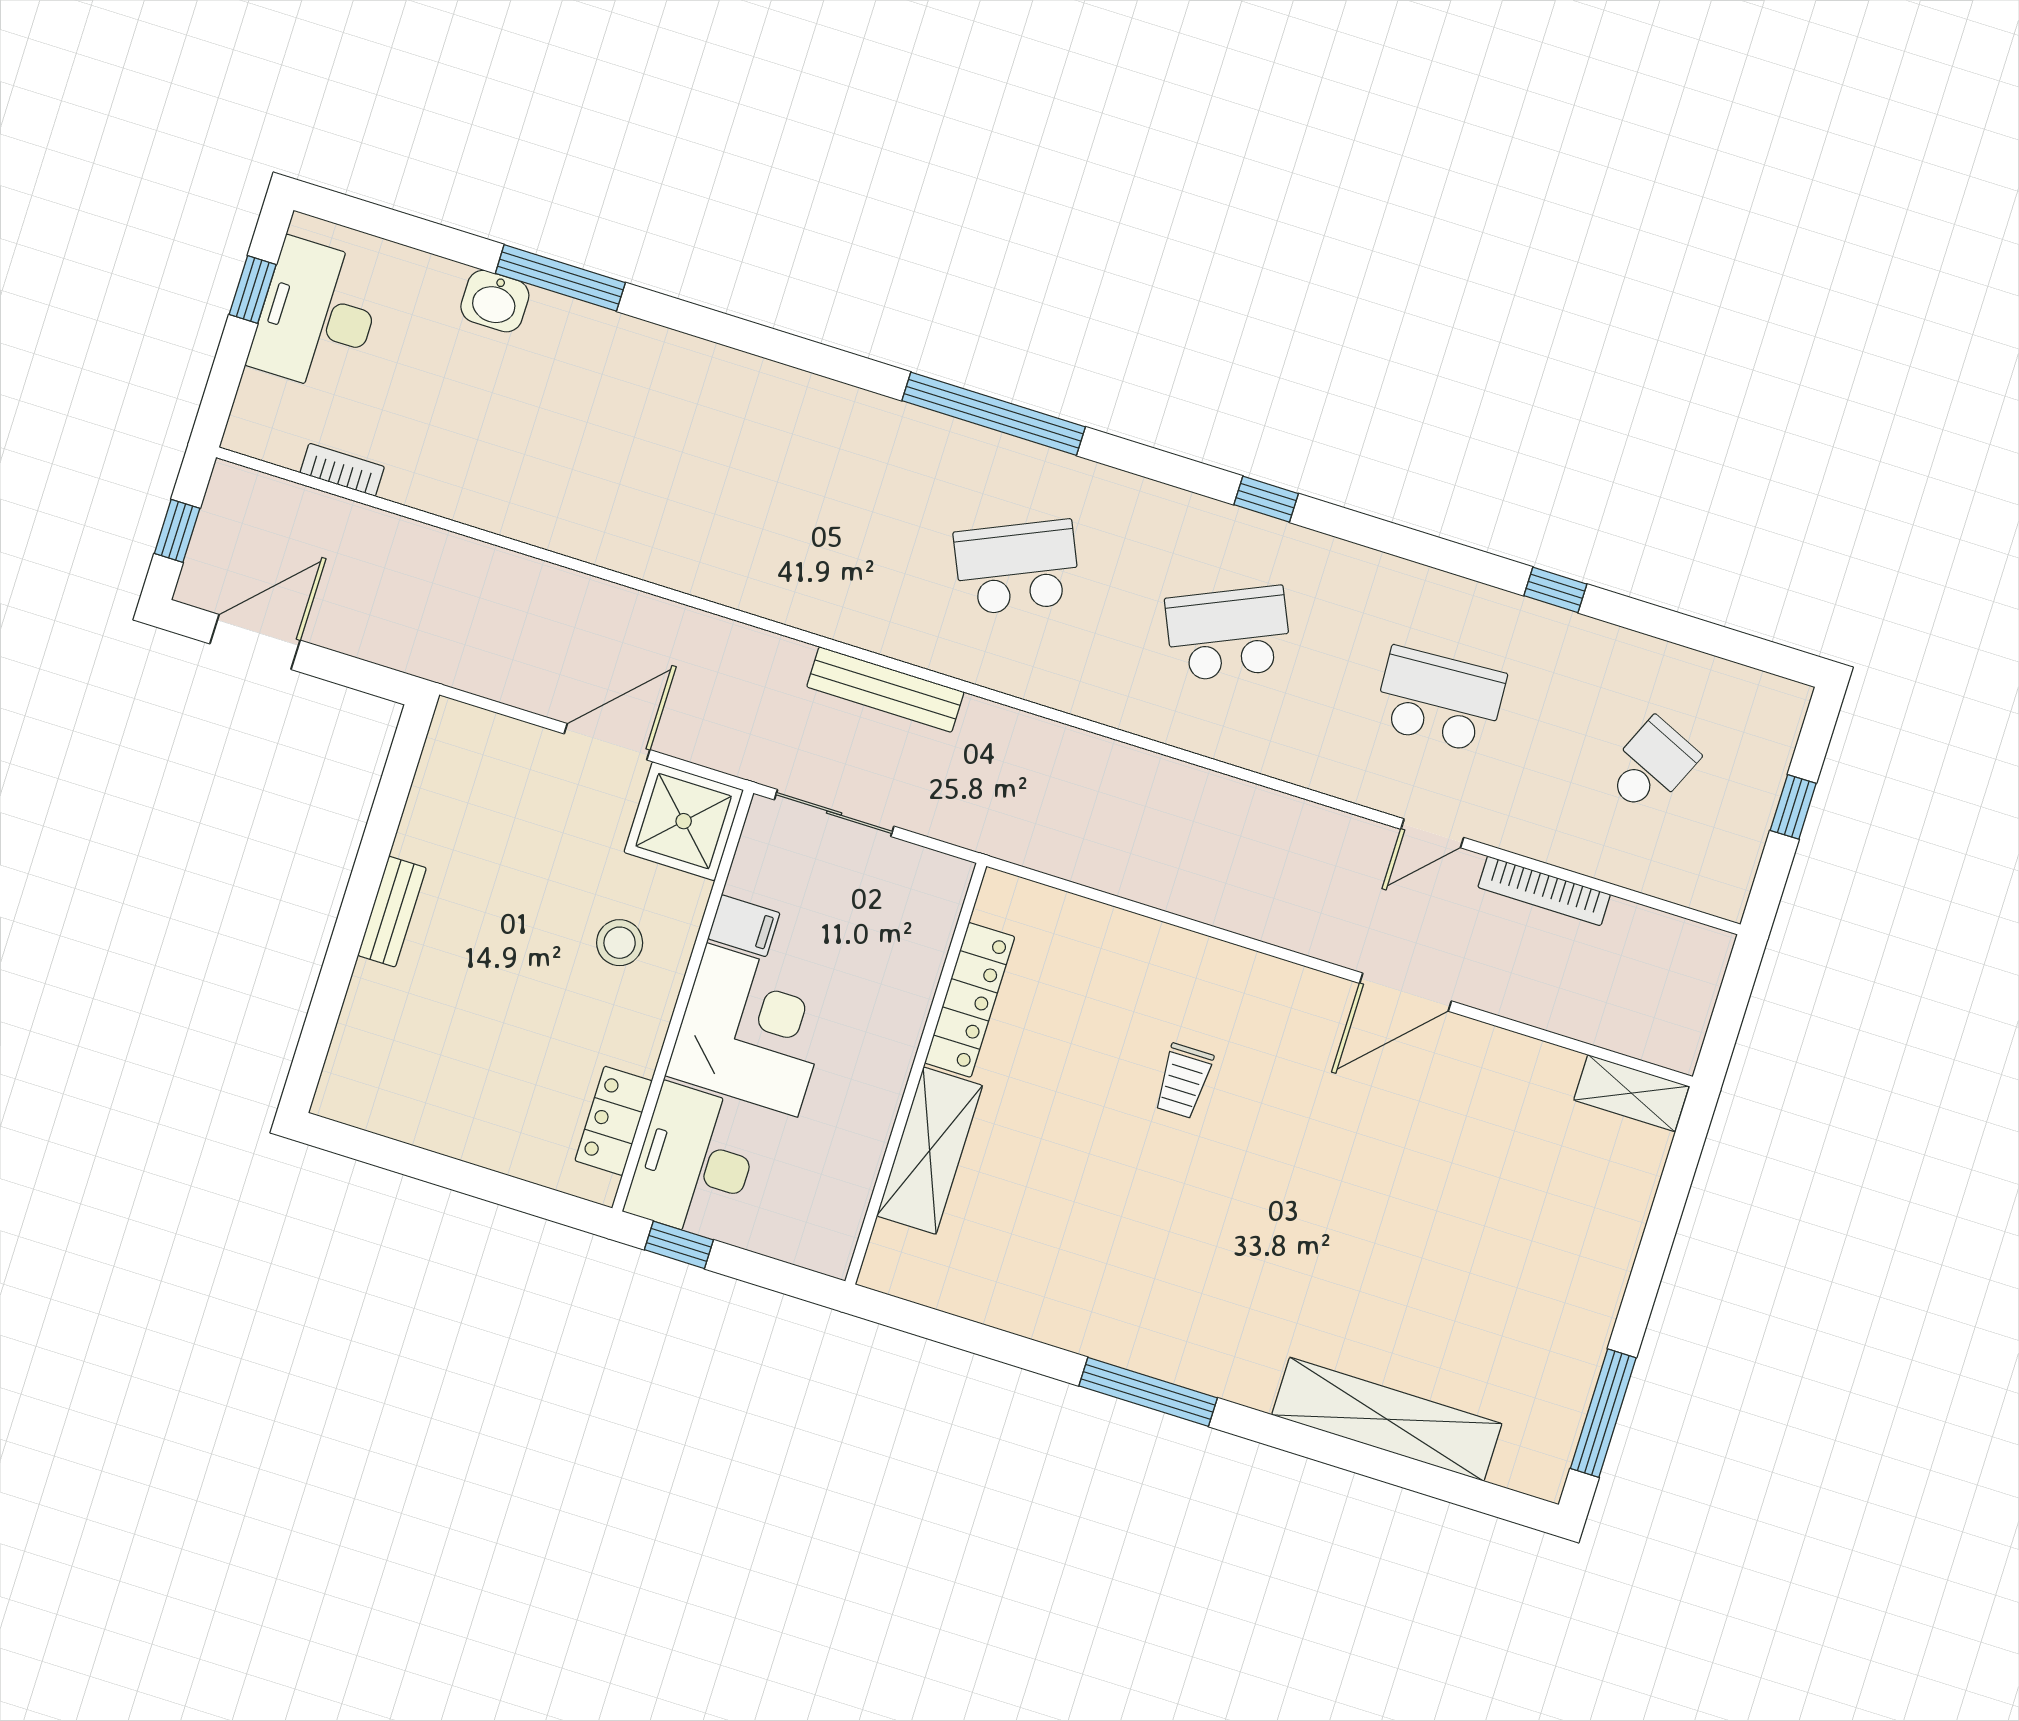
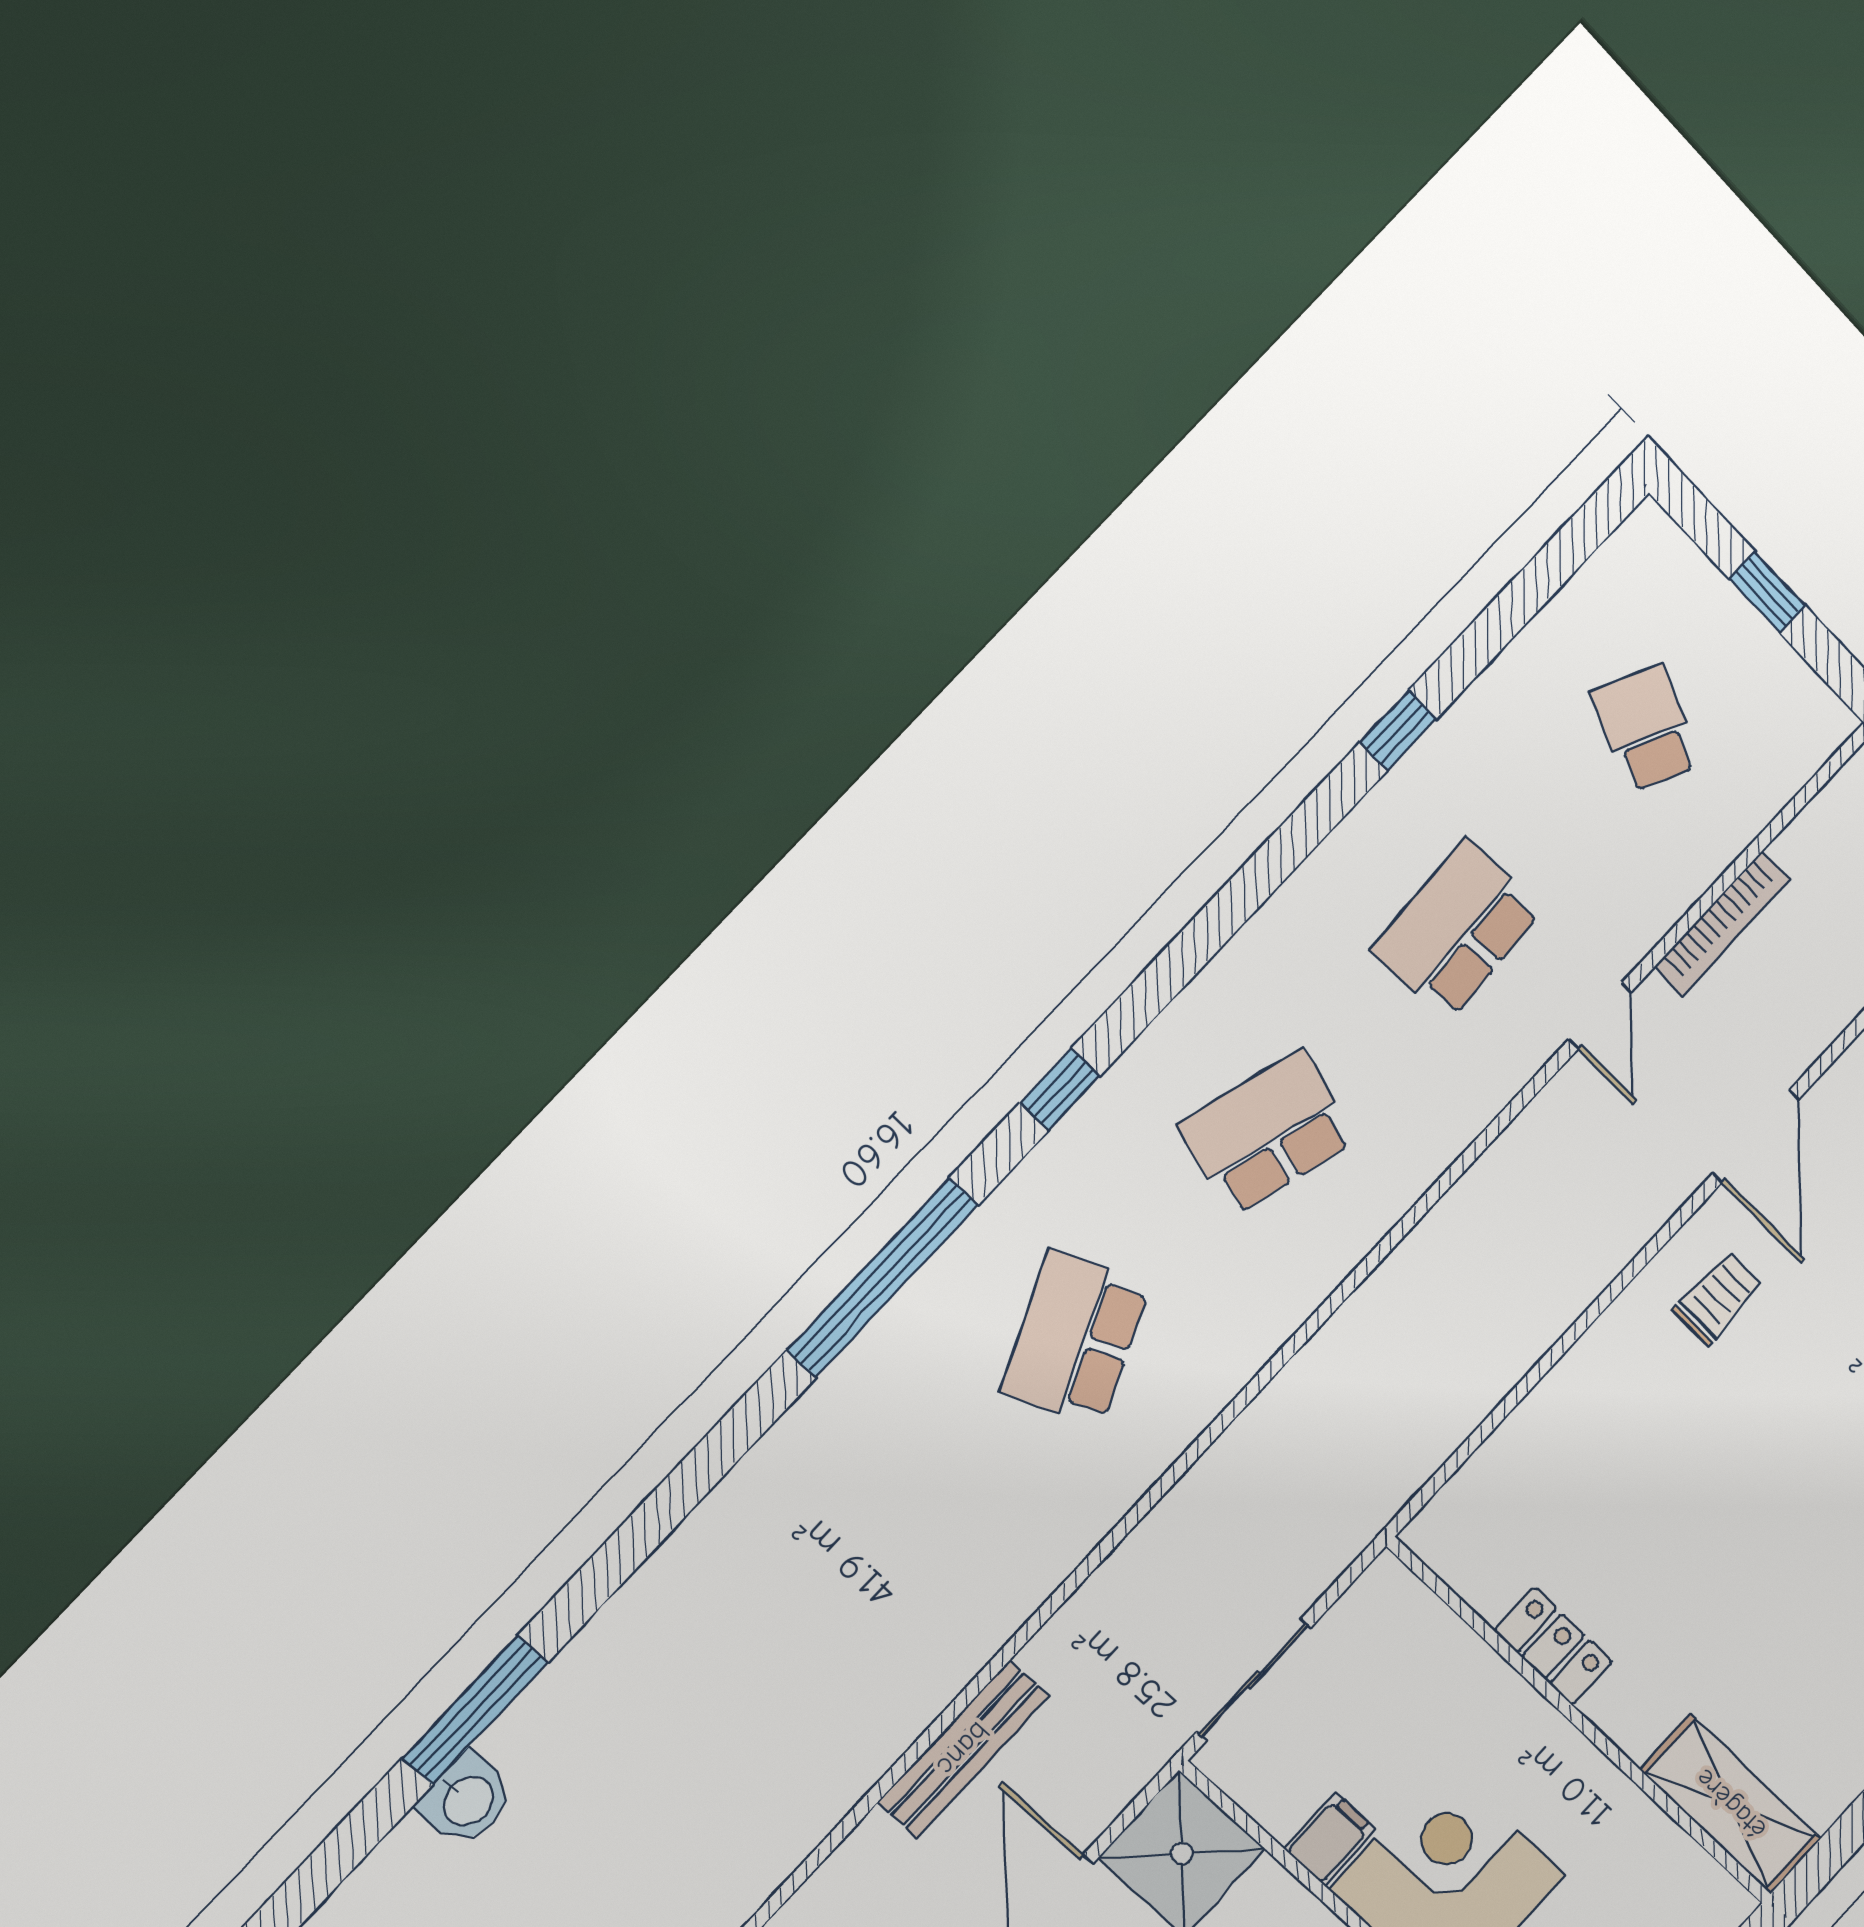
window: (1266, 499) -> (1060, 1090), moved
school desk: (1228, 634) -> (1267, 1133), turned 39
bench: (885, 689) -> (963, 1749), moved
locker: (970, 1000) -> (1553, 1646), width x0.66
trolley: (1183, 1081) -> (1718, 1298), moved, turned -90
shelving: (930, 1151) -> (1731, 1804), moved

